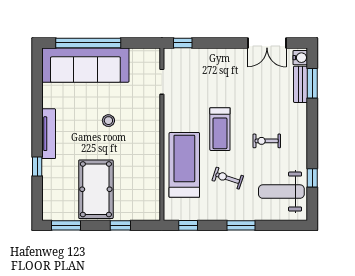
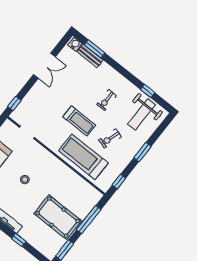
double door: (267, 43) -> (45, 66), moved
window: (120, 225) -> (89, 220), width x2.17

